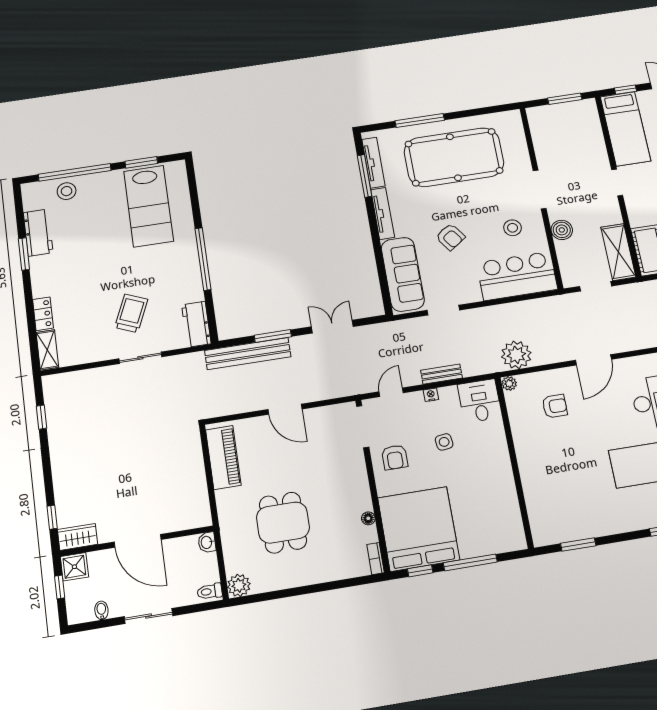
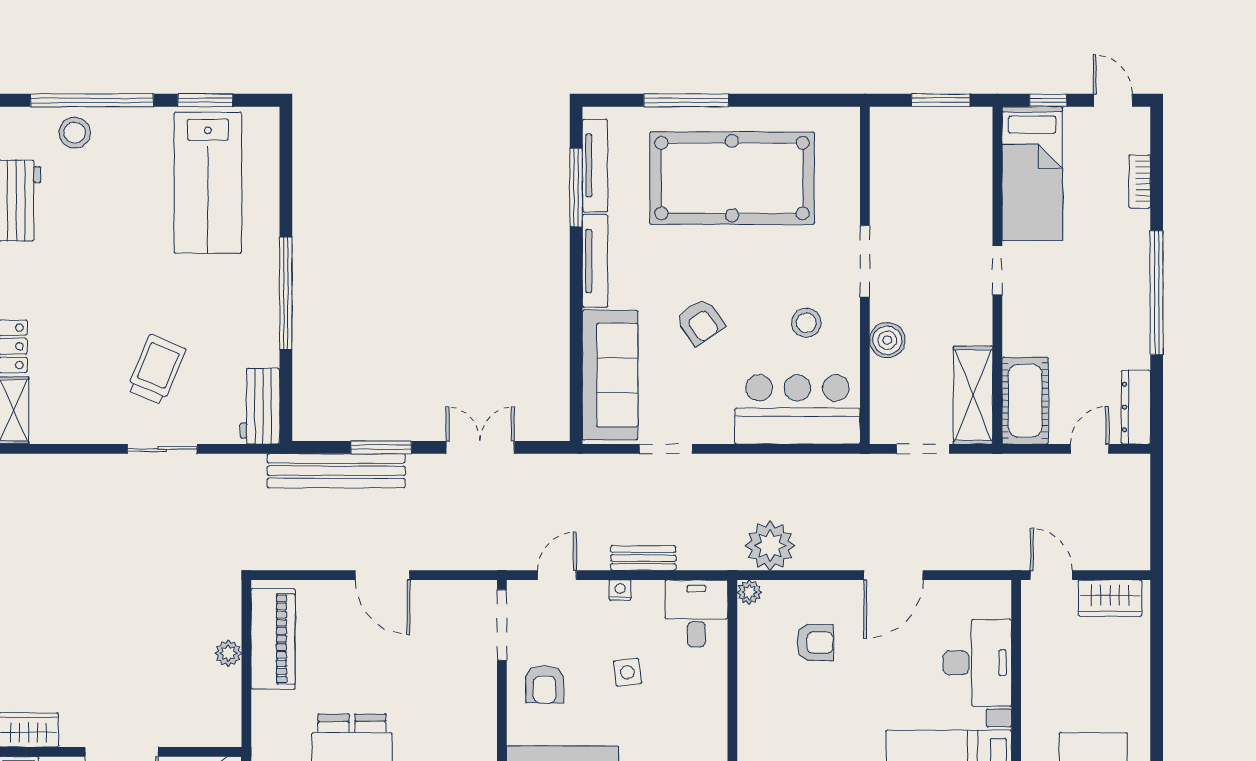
plant: (197, 470) -> (228, 653), added

